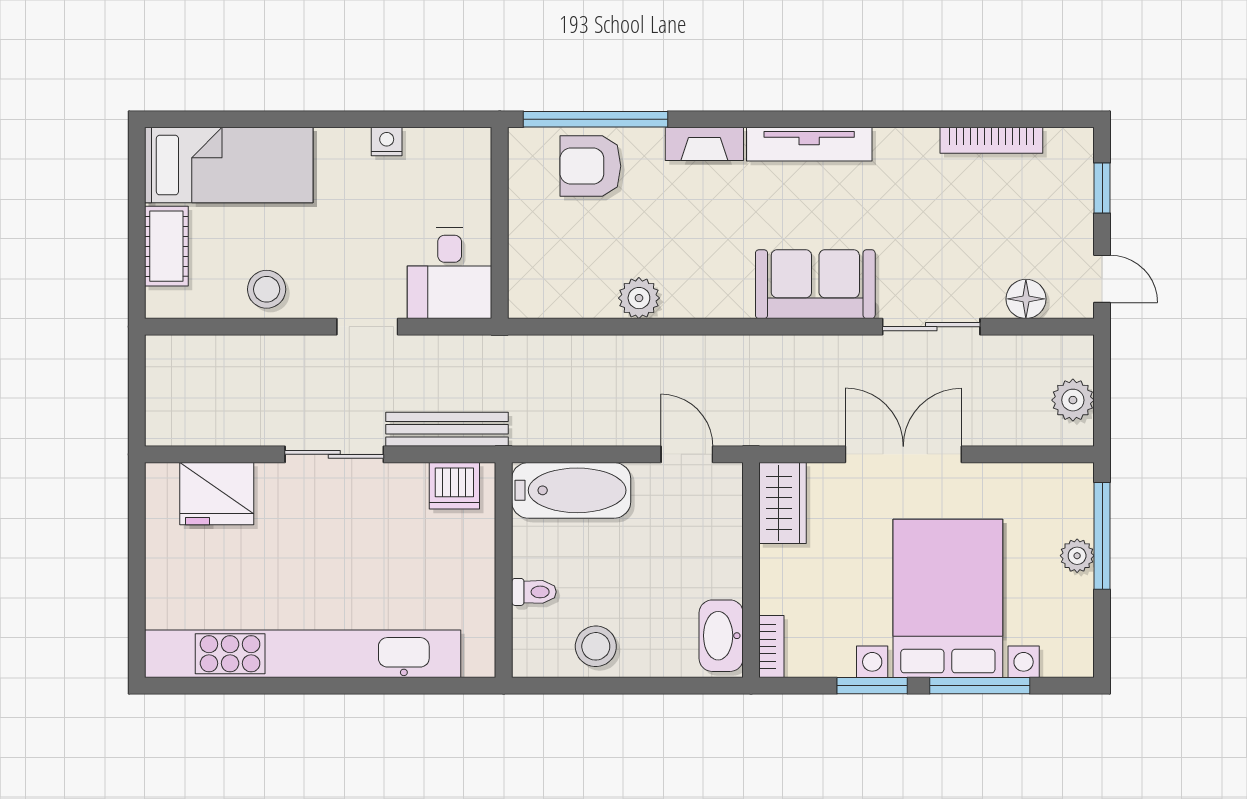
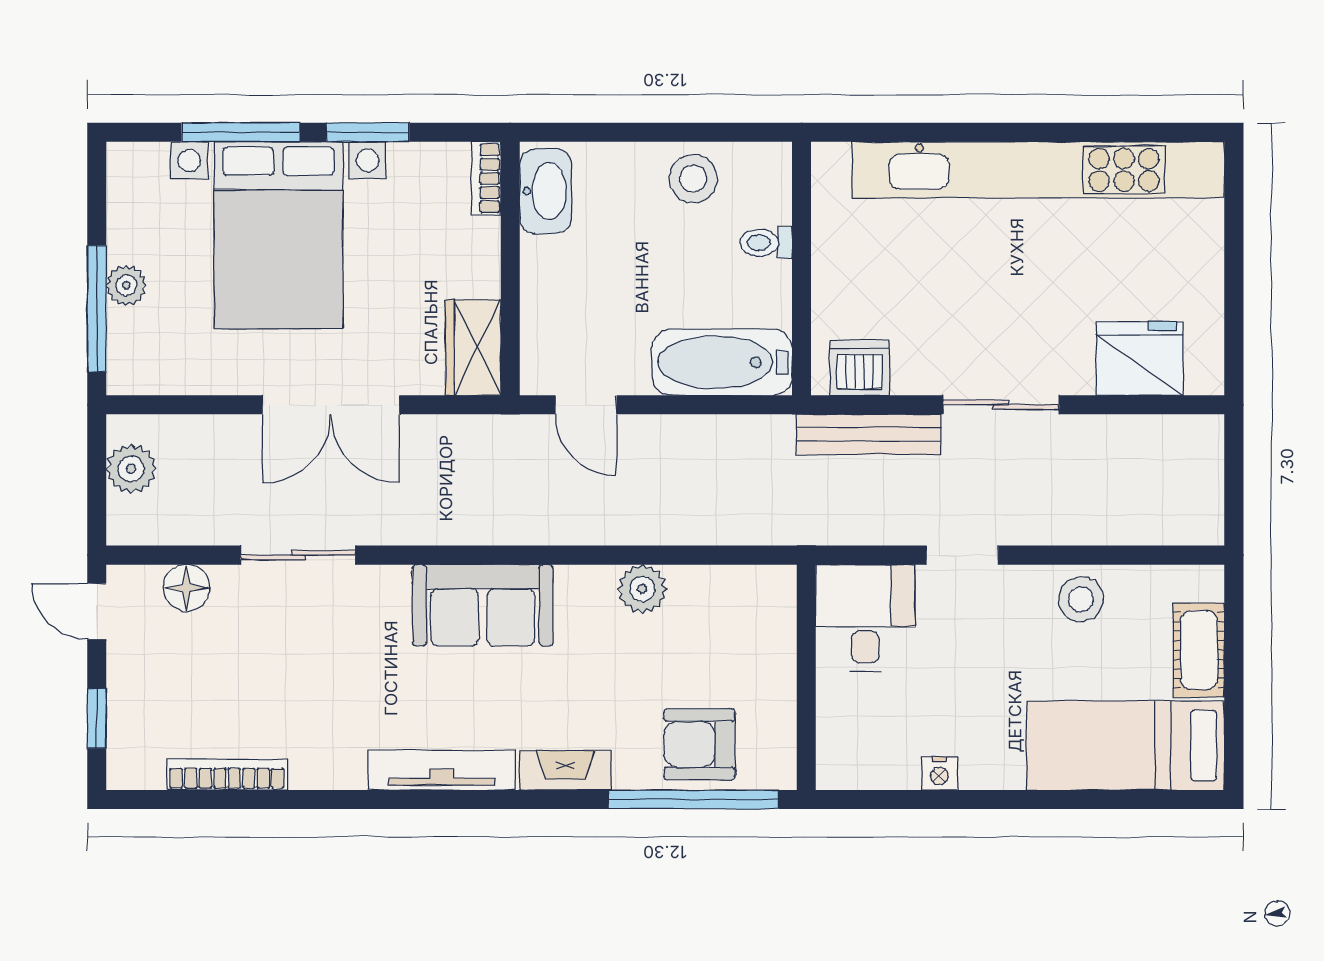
armchair: (590, 166) -> (699, 744), turned 180
sofa: (815, 284) -> (483, 605), moved

